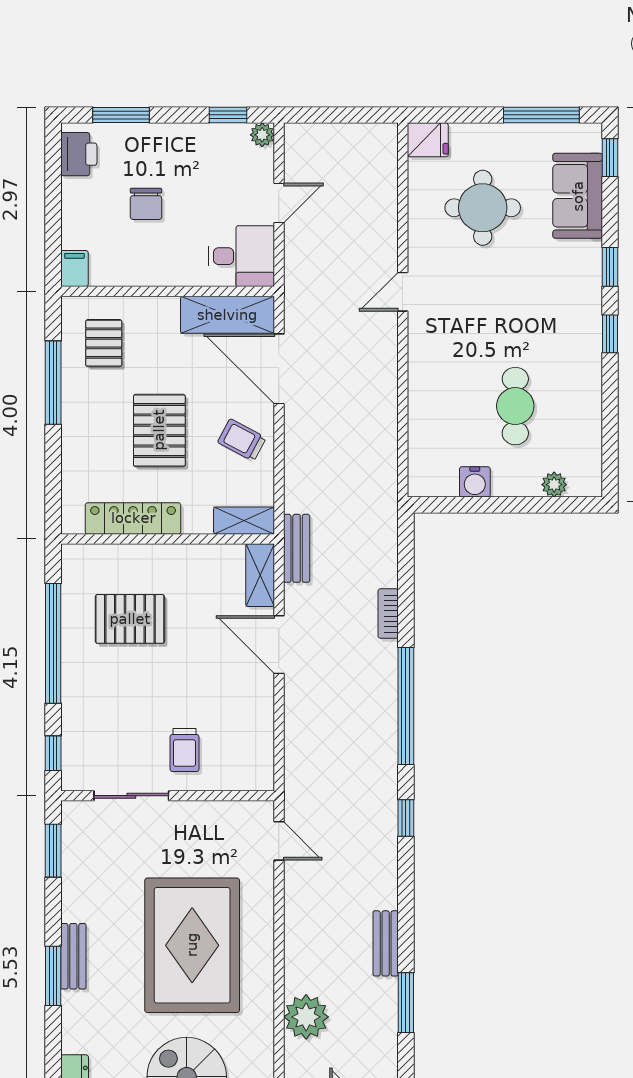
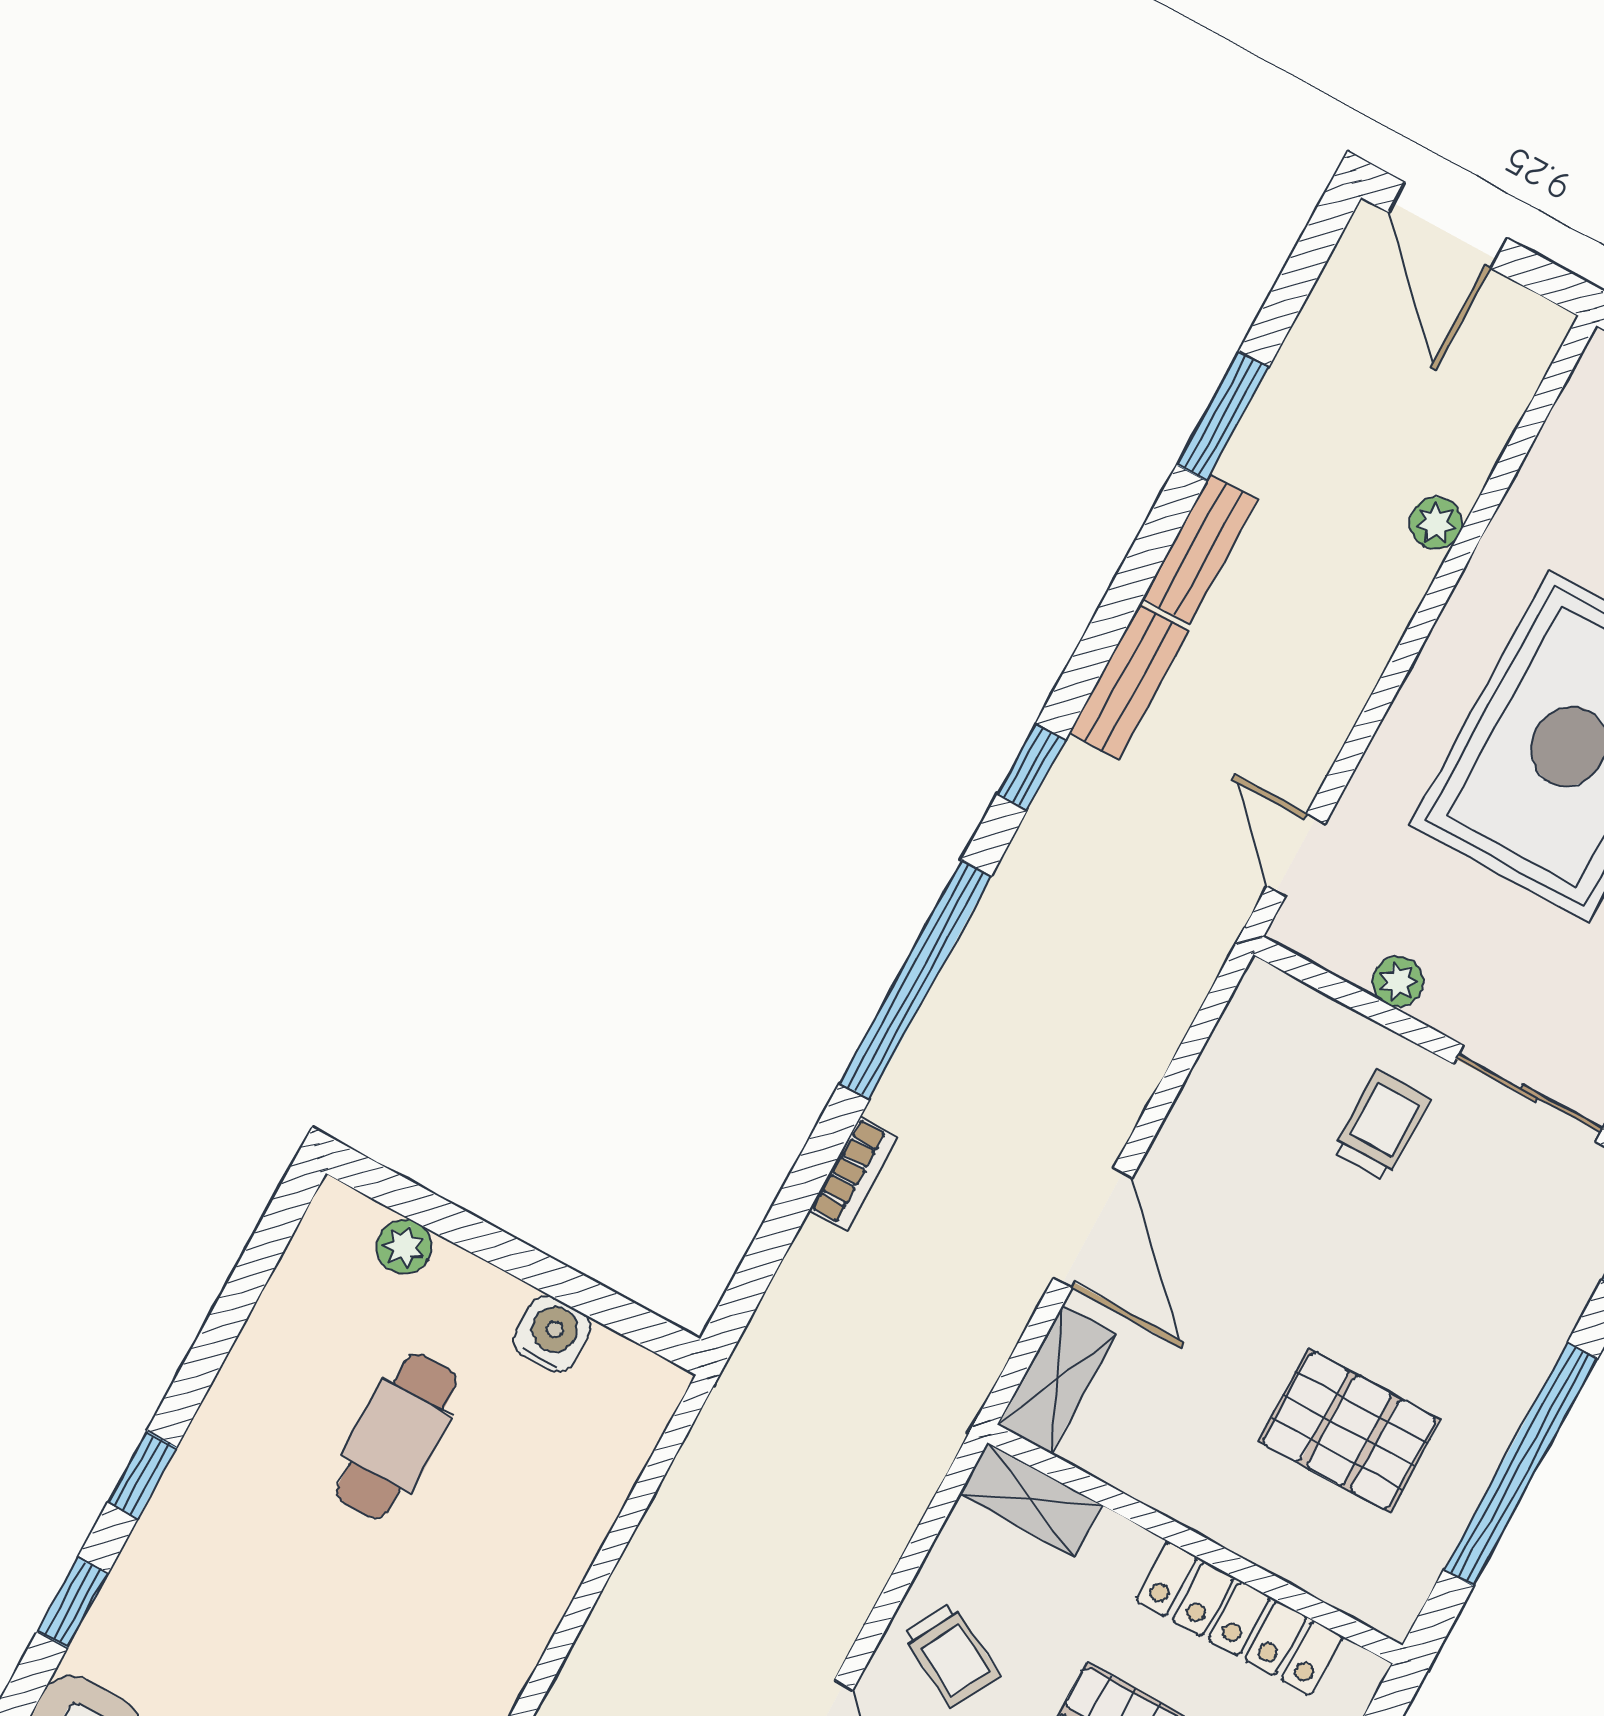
bench: (297, 548) -> (1129, 682), moved
plant: (210, 812) -> (1398, 982), added
plant: (306, 1017) -> (1436, 523), width x0.53, depth x0.53

